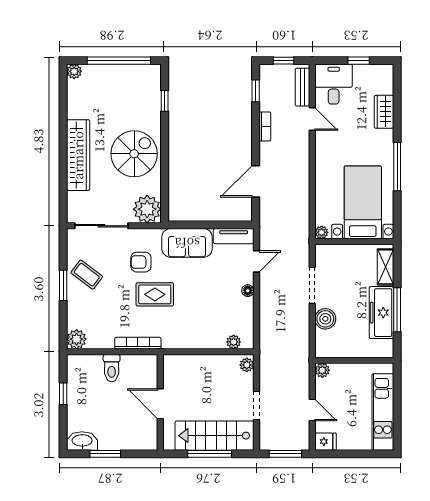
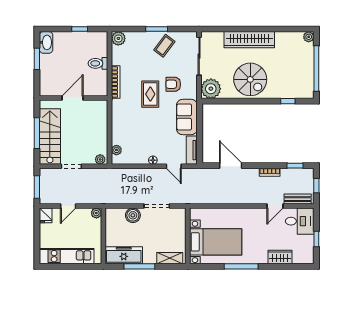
plant: (322, 232) -> (194, 213), removed
armchair: (141, 262) -> (173, 84), turned -90
freezer: (382, 313) -> (124, 255), moved

